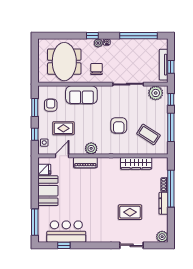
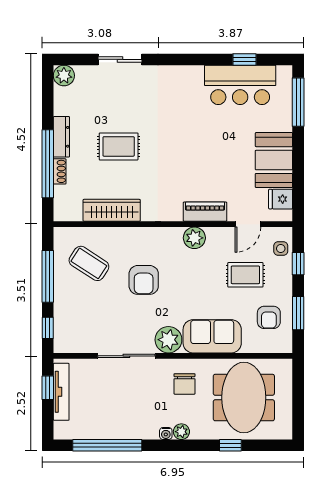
window: (92, 36) -> (230, 445), moved
plant: (156, 93) -> (168, 340), moved
armchair: (119, 125) -> (144, 280), turned 180
rug: (130, 212) -> (119, 146), moved

